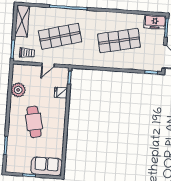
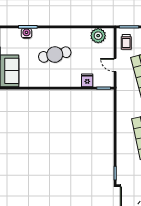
plant: (18, 90) -> (98, 36), moved
water cooler: (12, 147) -> (26, 33), added

